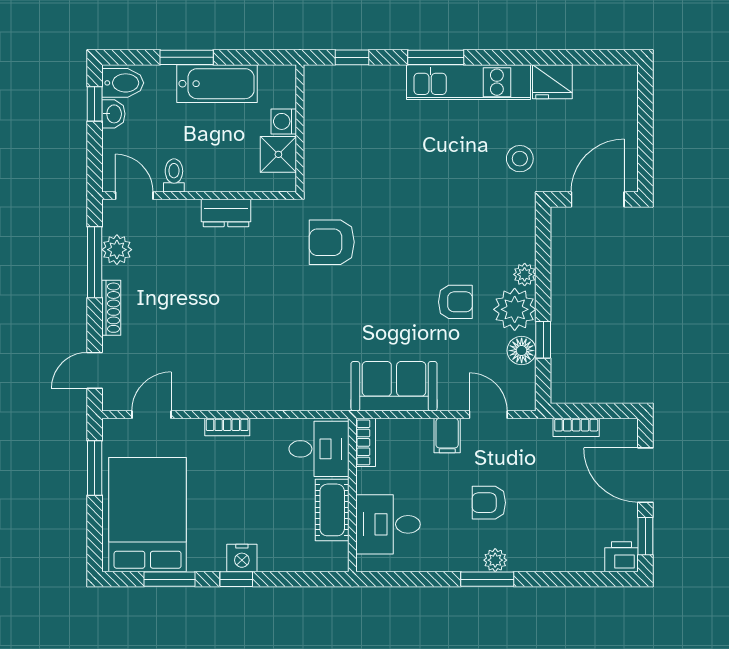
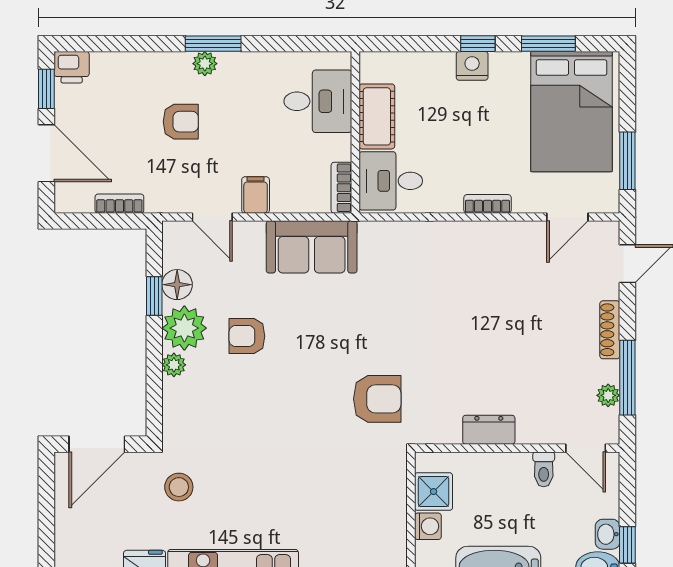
plant: (117, 250) -> (608, 395), width x0.73, depth x0.73
armchair: (489, 503) -> (181, 122), moved

